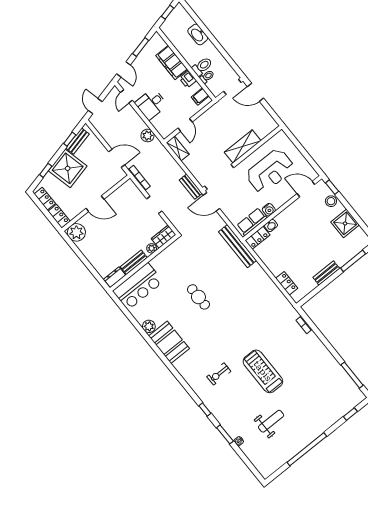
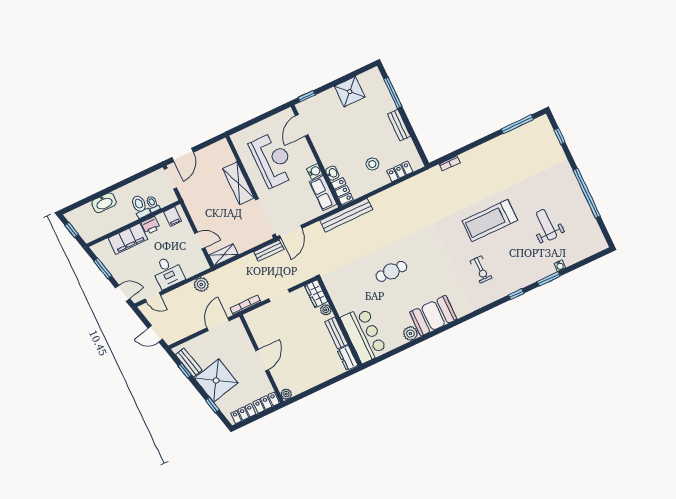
stool: (331, 201) -> (372, 164), moved
plant: (76, 232) -> (286, 394), width x0.53, depth x0.53

